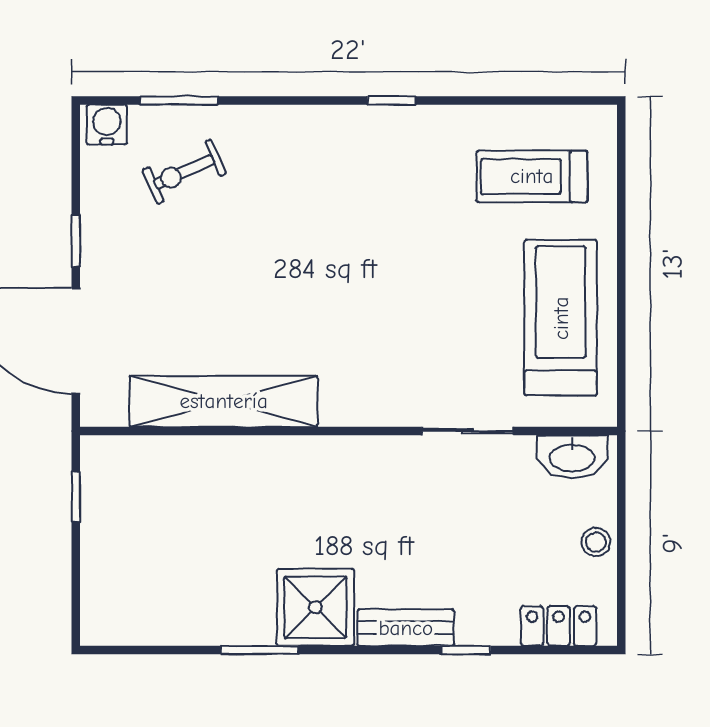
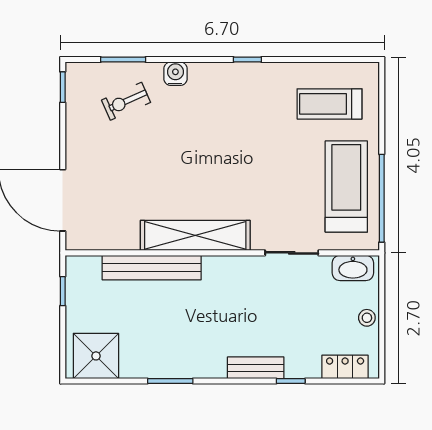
water cooler: (107, 125) -> (175, 74), moved
window: (76, 241) -> (63, 87), moved
window: (621, 338) -> (382, 198), added
shelving: (224, 401) -> (195, 235), moved
bench: (228, 456) -> (152, 268), added
shower: (315, 607) -> (96, 356), moved

